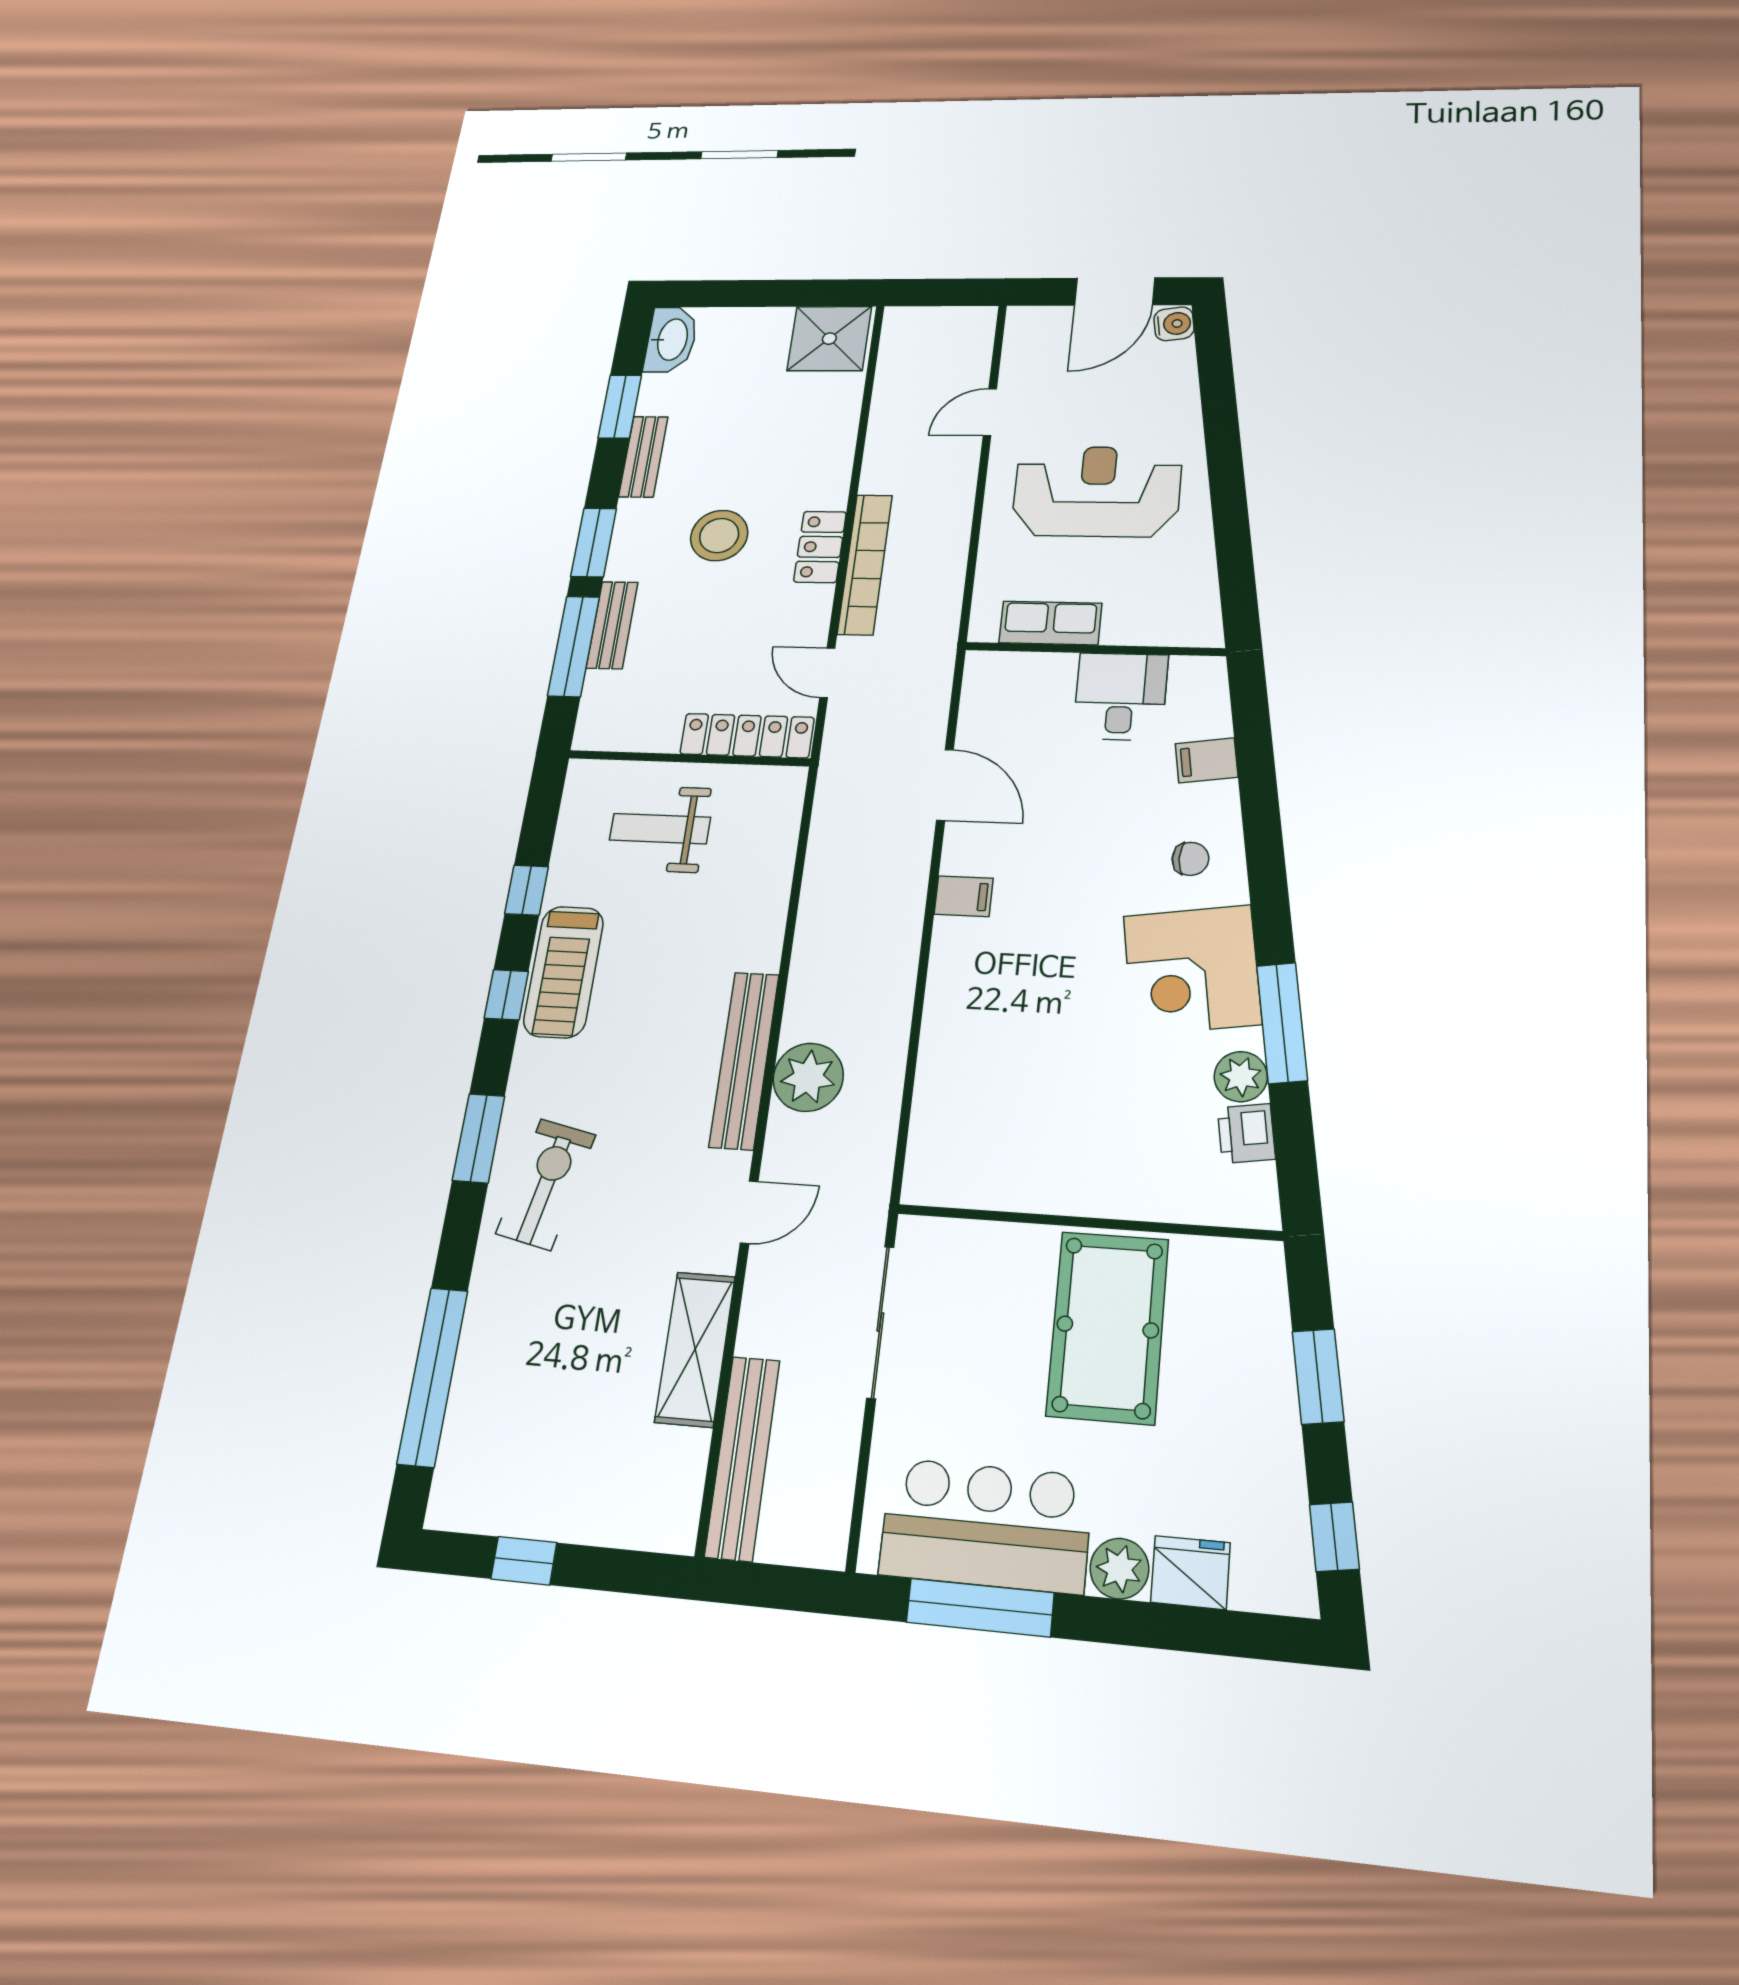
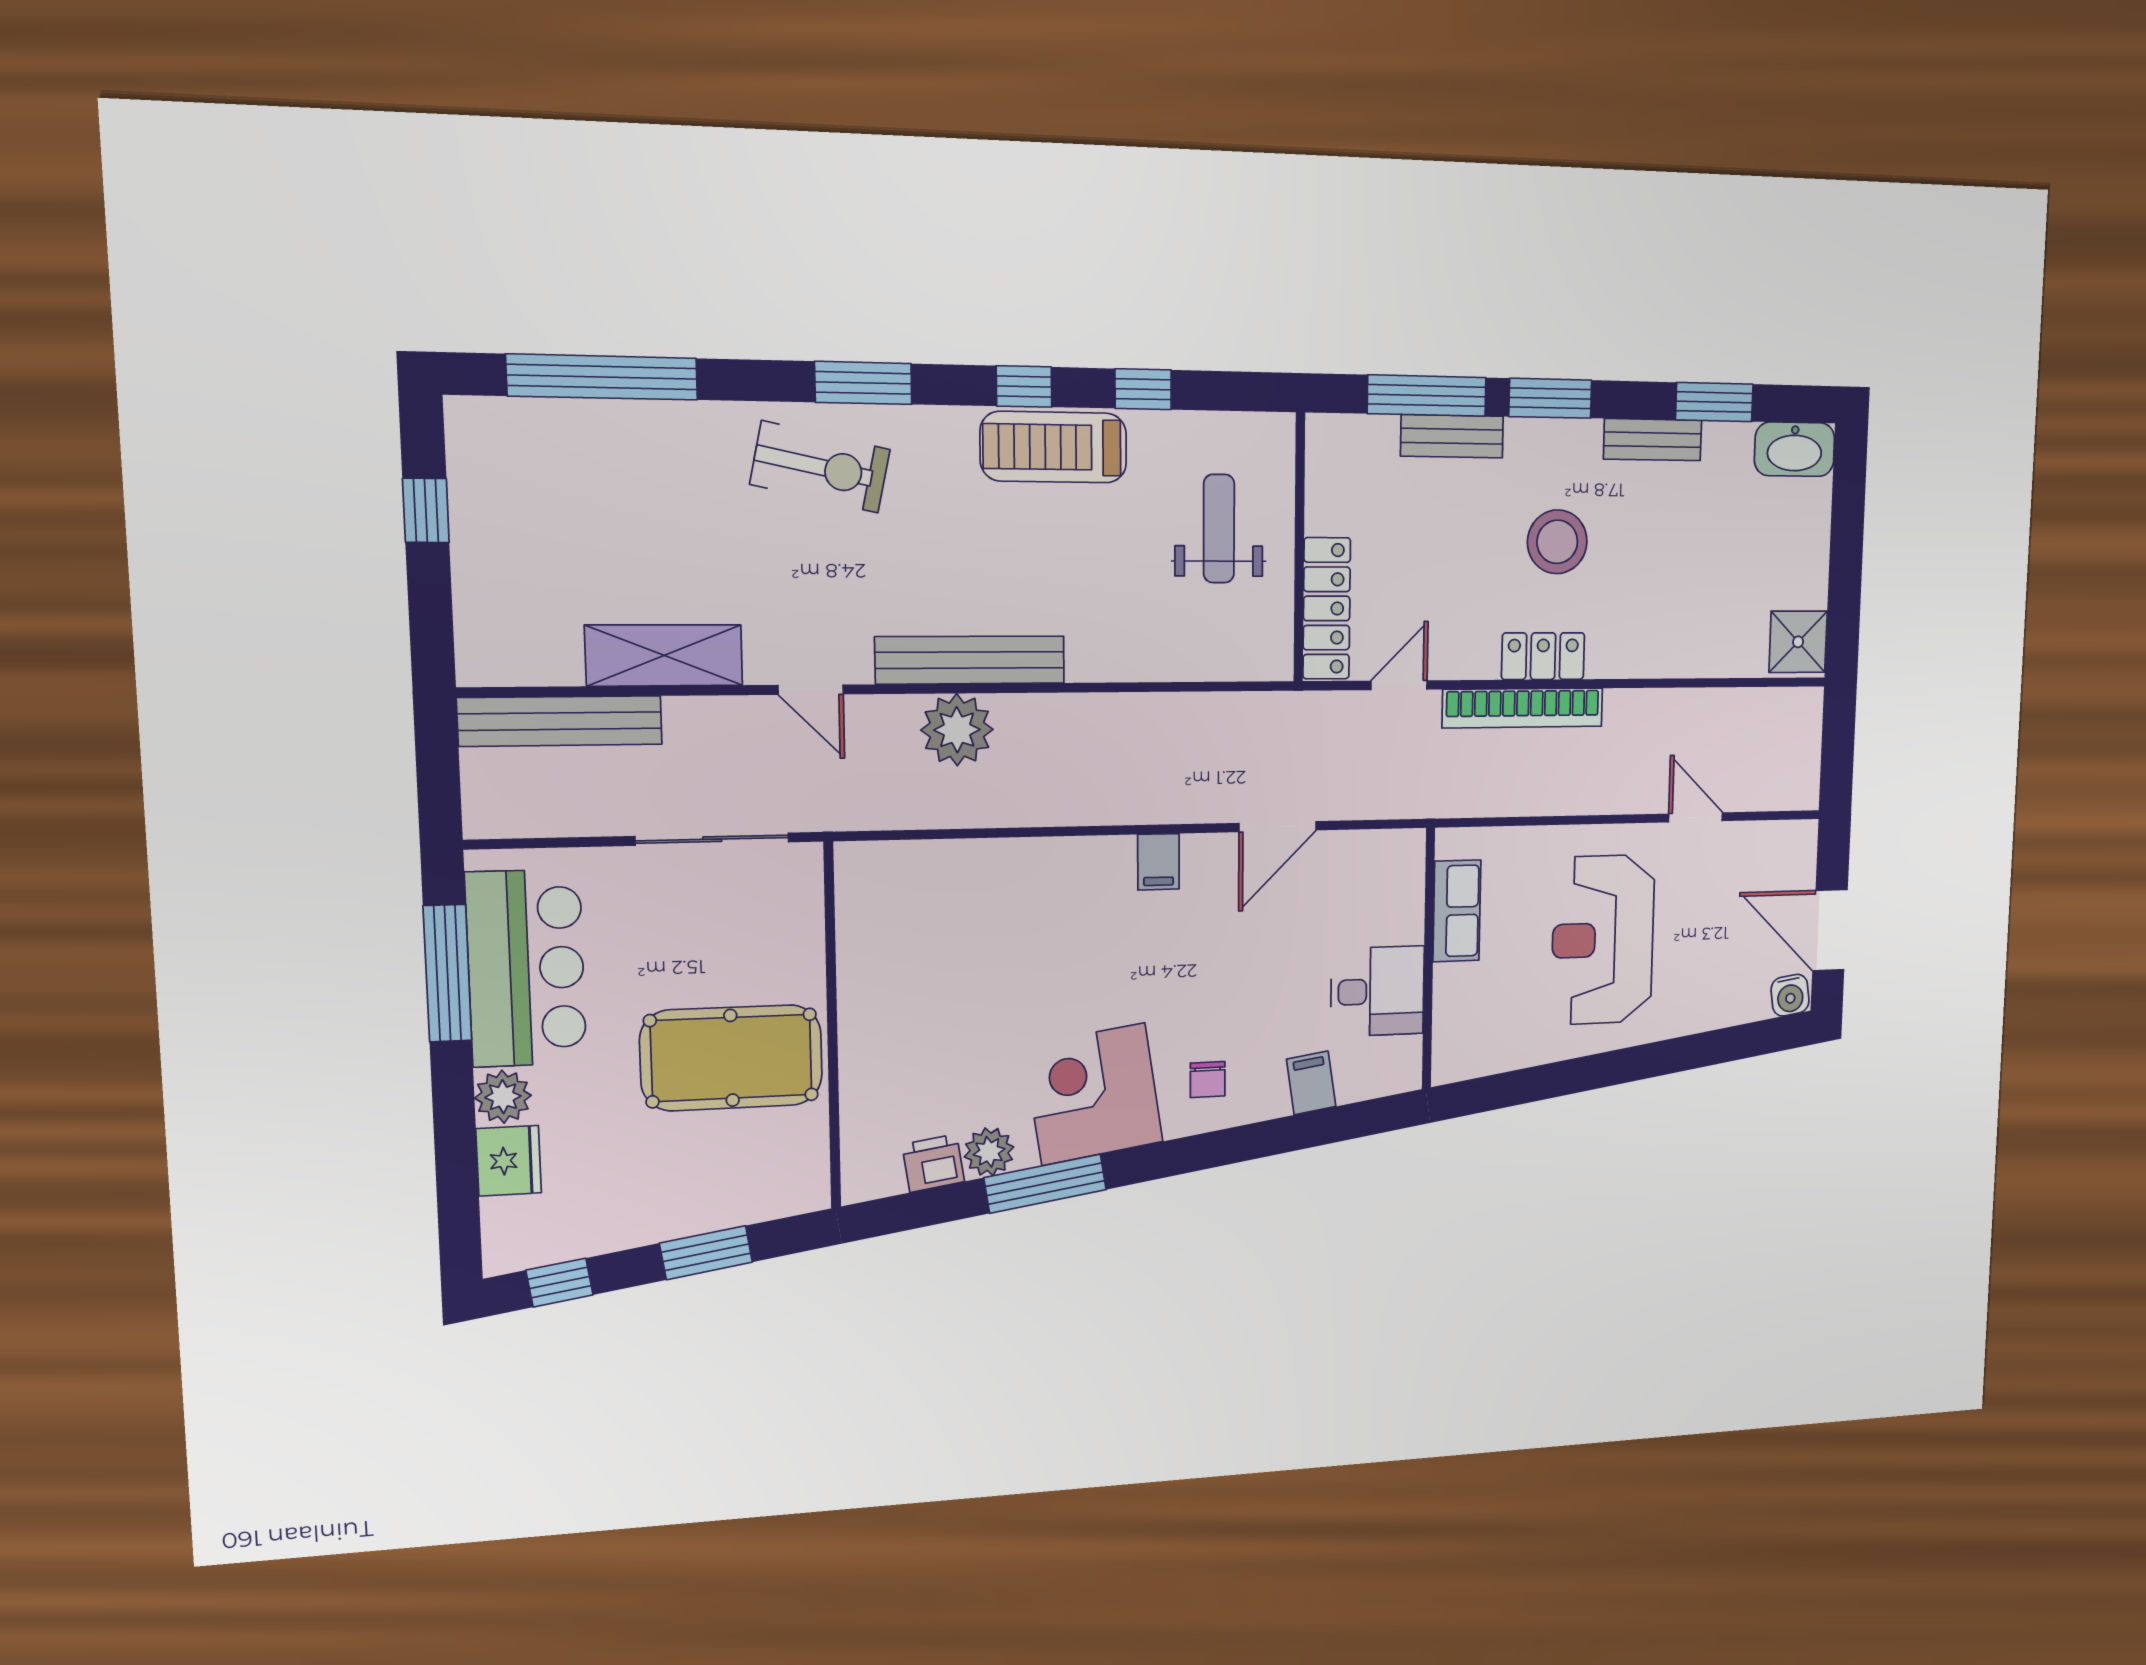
shower: (829, 339) -> (1798, 642), width x0.73, depth x0.73
reception desk: (1097, 491) -> (1603, 940), turned 180

